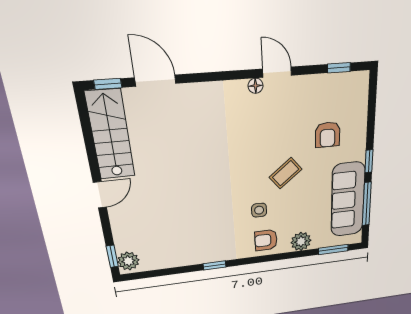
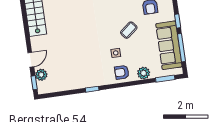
door: (100, 195) -> (31, 60), moved
plant: (128, 261) -> (41, 75), moved

